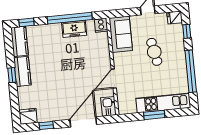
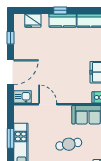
fridge: (28, 116) -> (33, 21), moved, turned 90
door: (83, 122) -> (10, 72), hinge flipped

